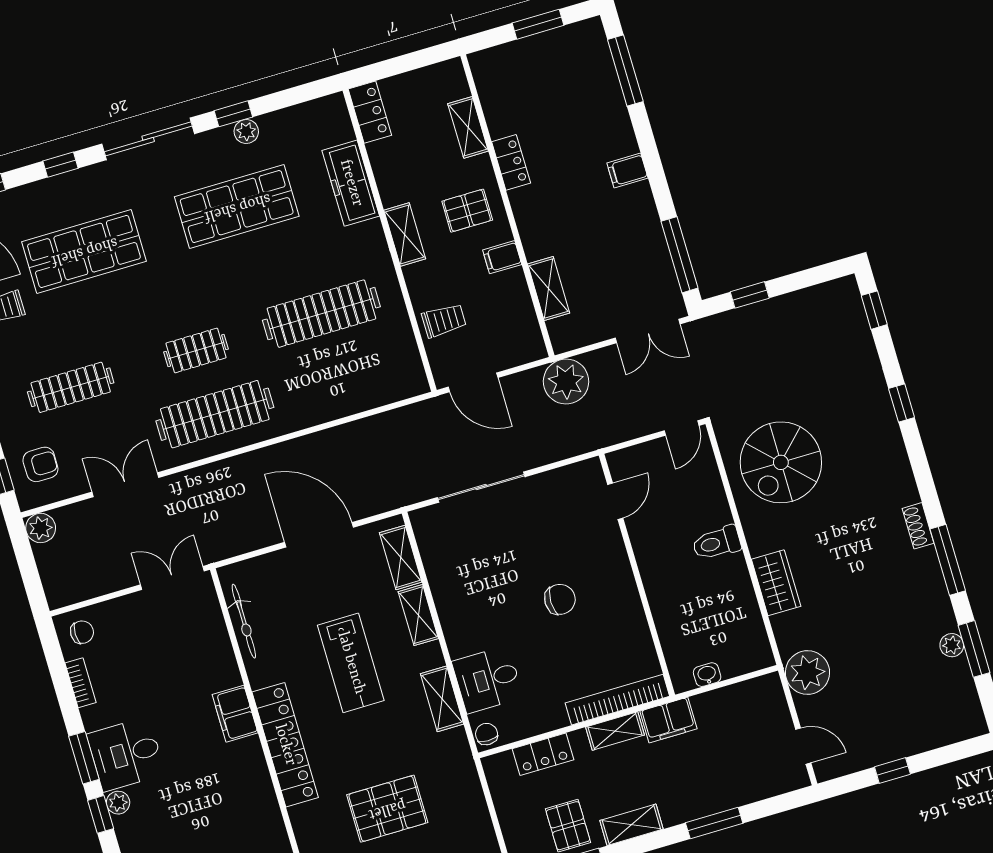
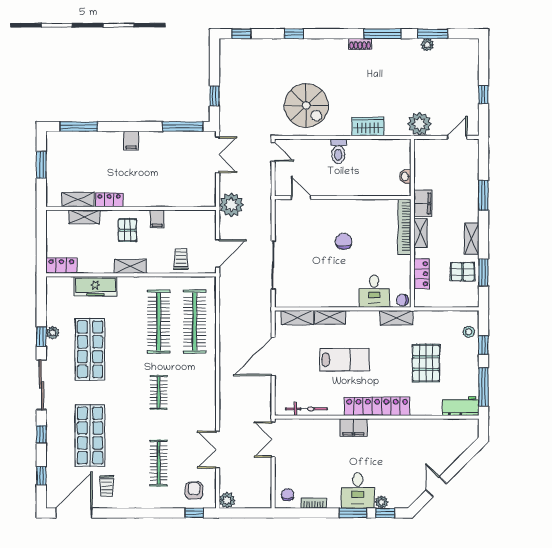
shelving: (549, 288) -> (78, 200), moved
clothes rail: (215, 414) -> (195, 322), moved
shelving: (442, 699) -> (397, 318), moved

